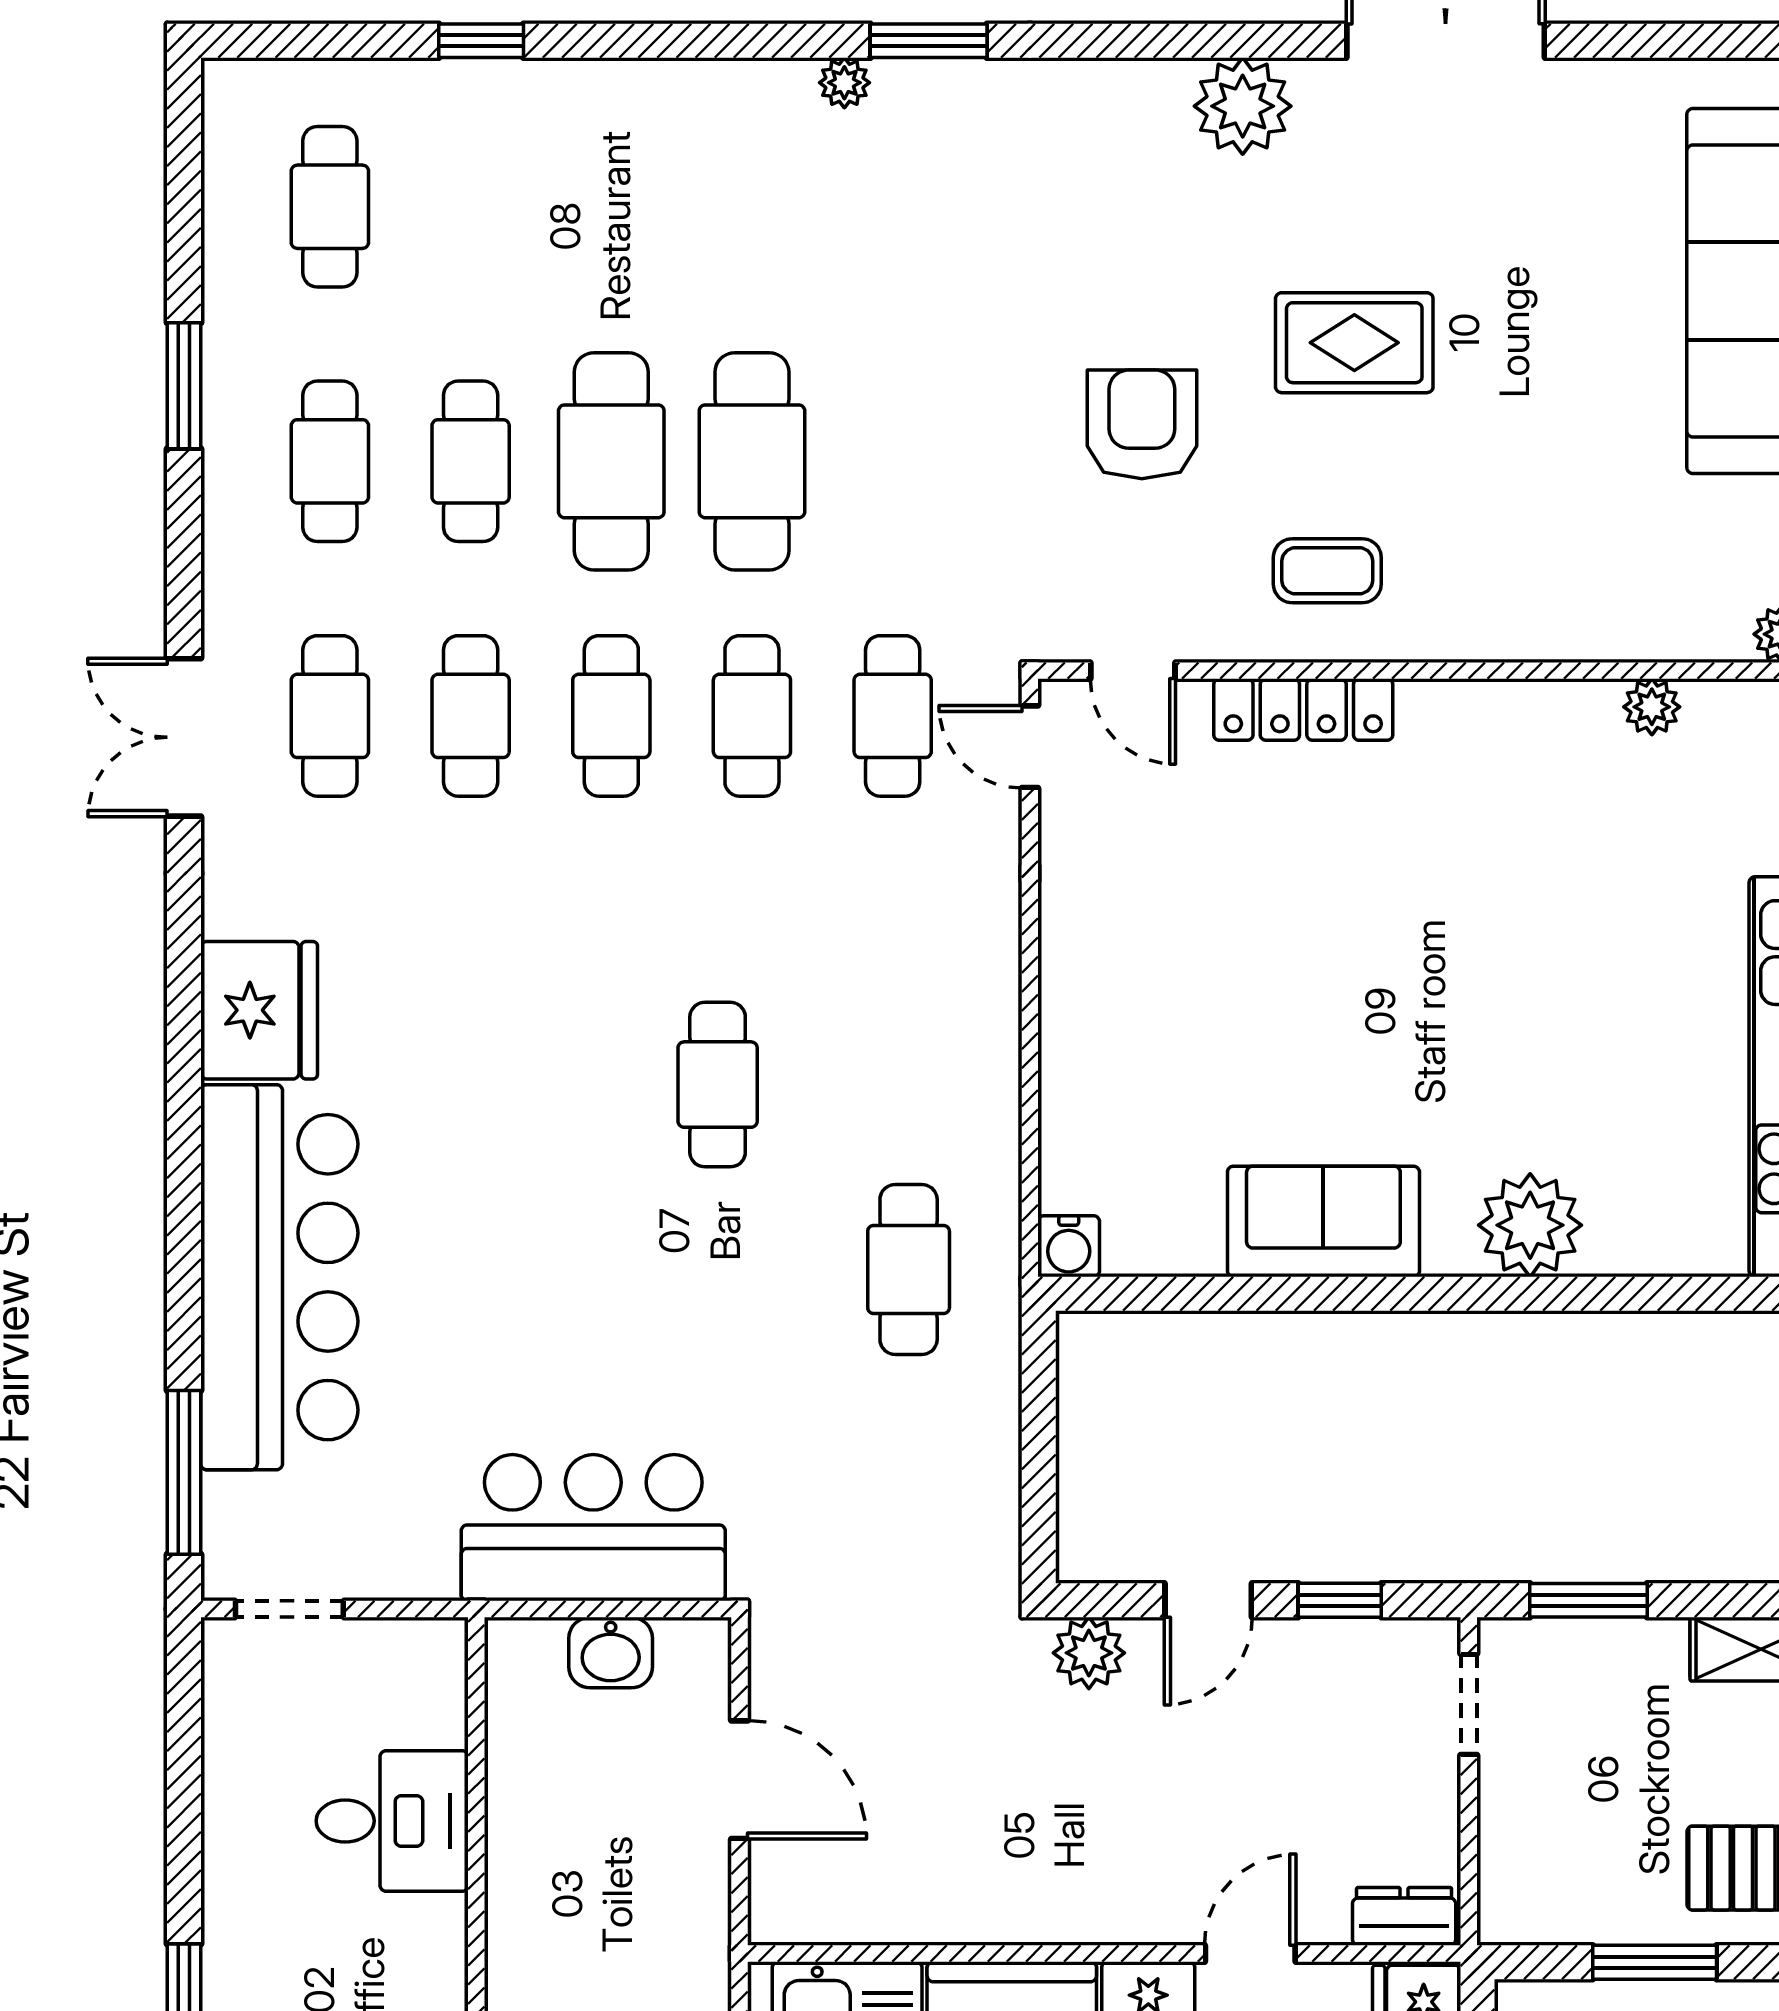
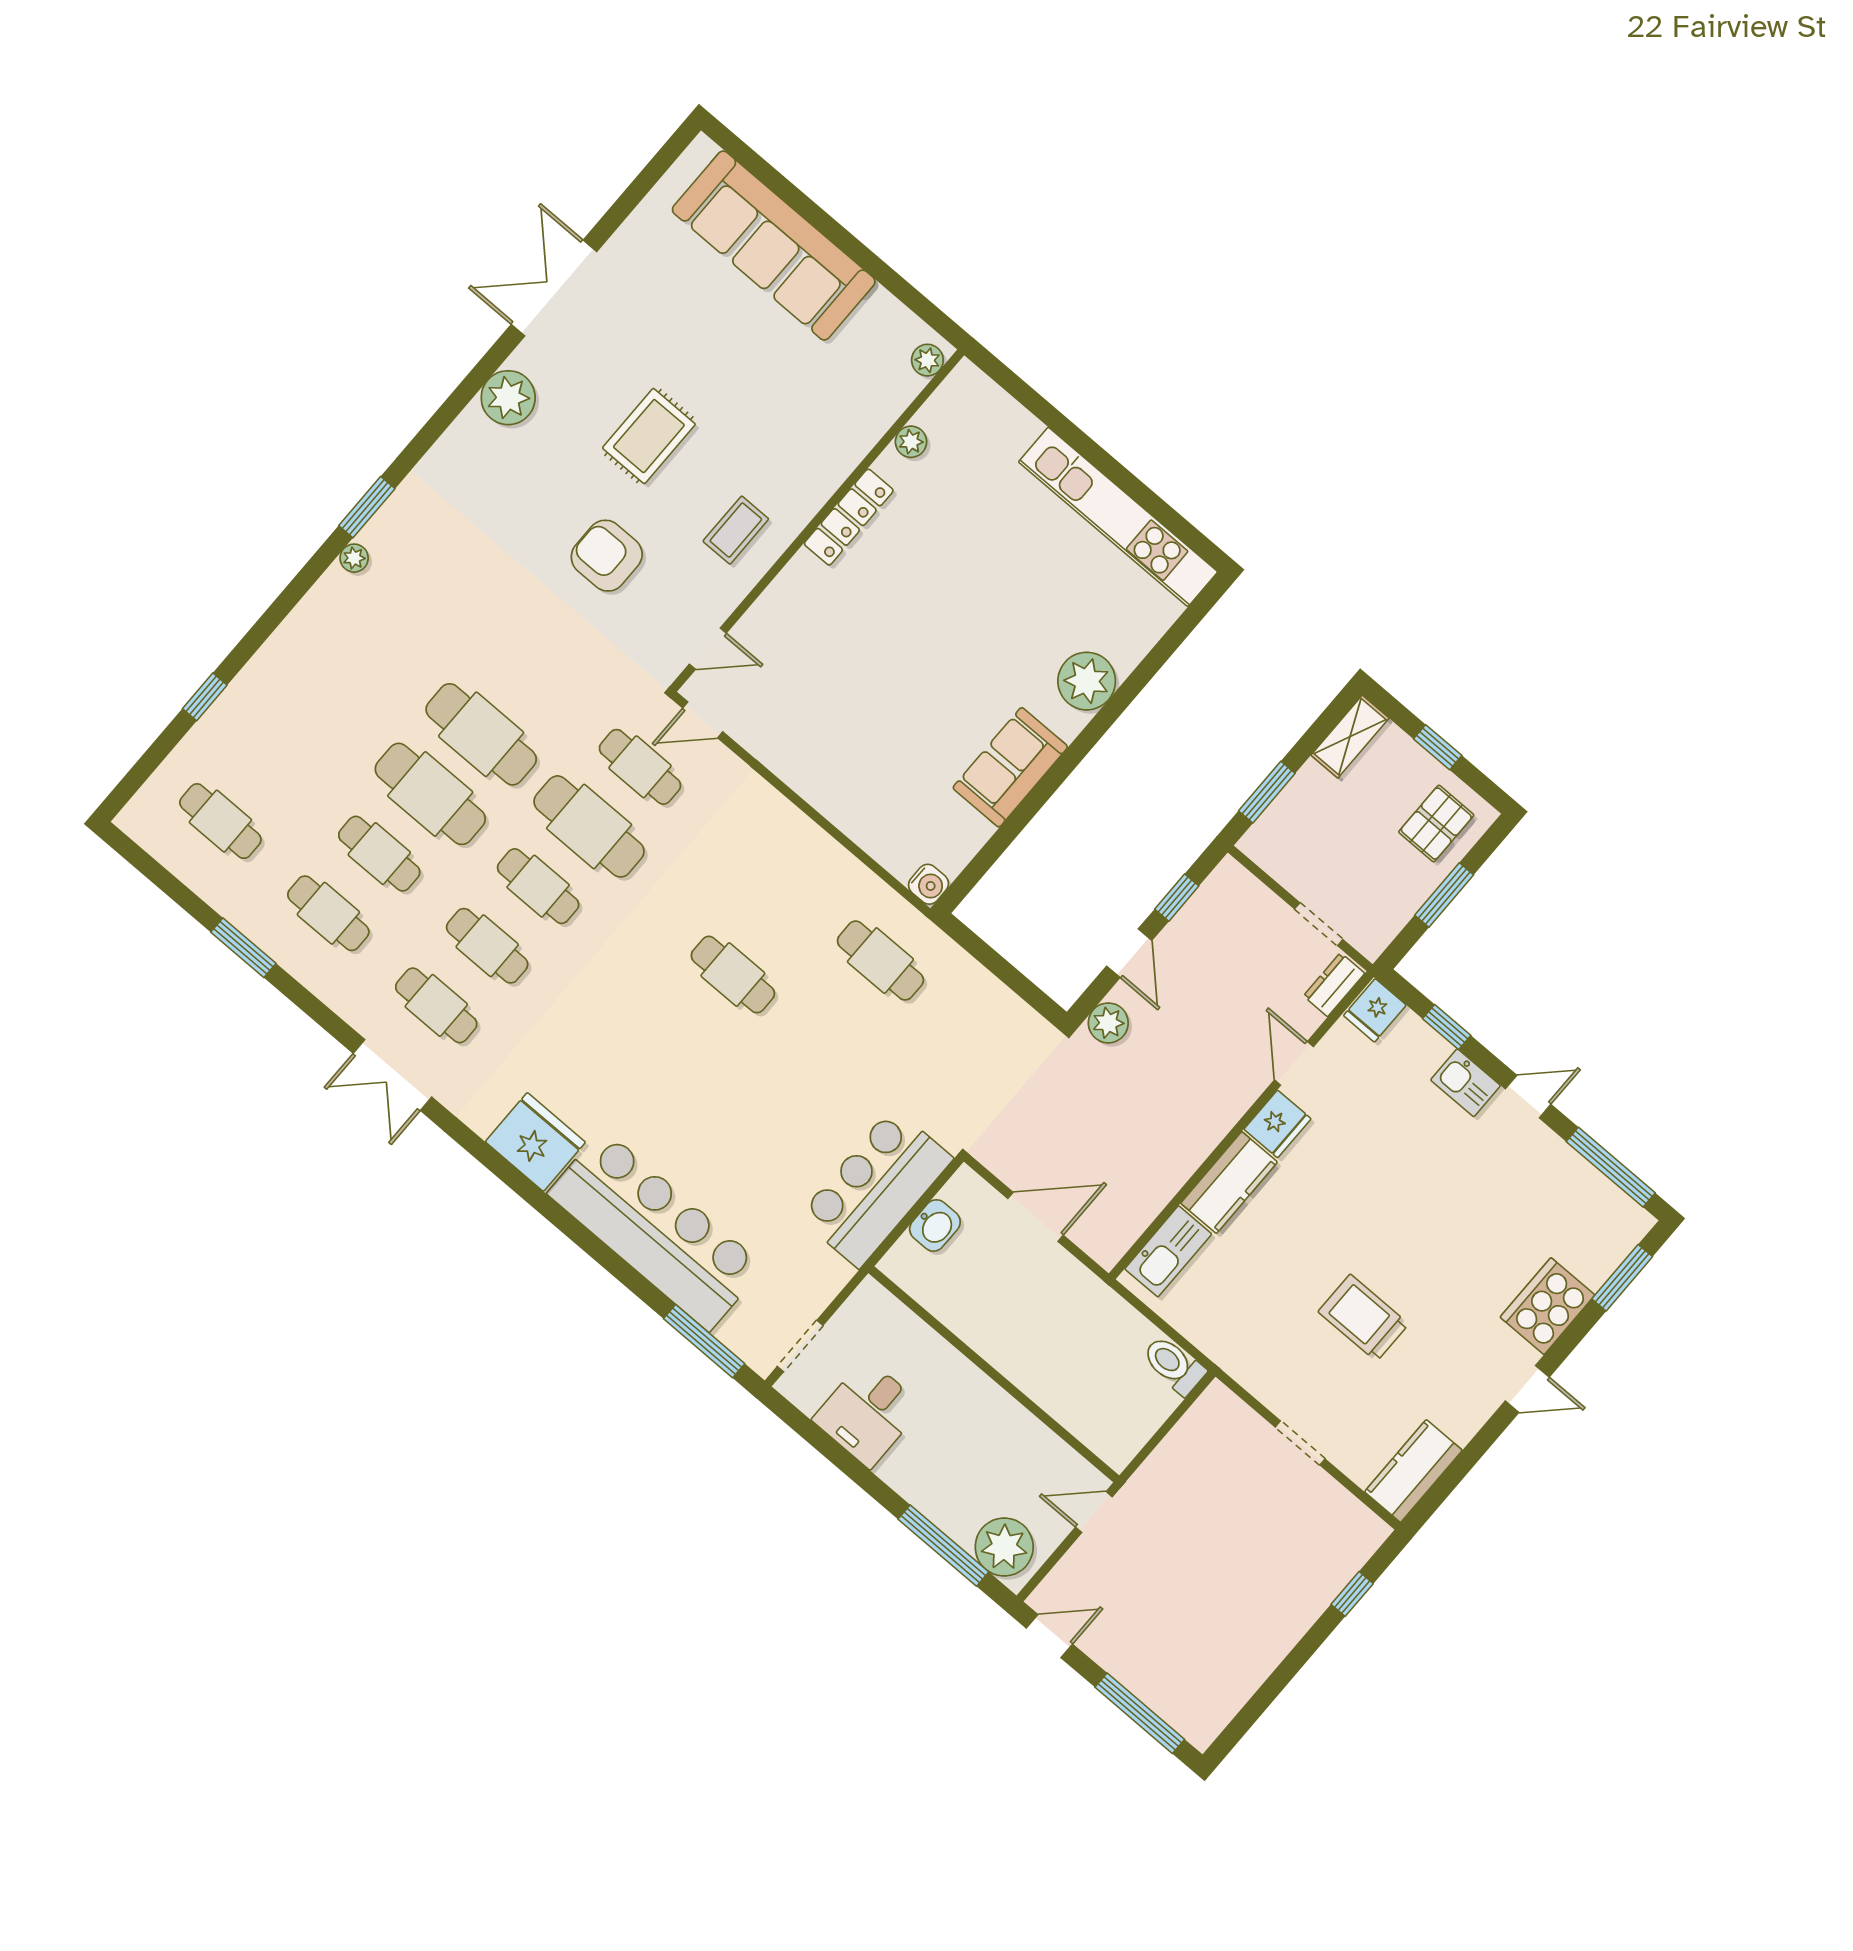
locker: (1303, 710) -> (849, 517), moved
cafe table: (752, 716) -> (589, 826), width x1.37, depth x1.35
doorway: (1469, 1704) -> (1319, 924), moved
desk: (392, 1821) -> (868, 1413), moved, turned 180

